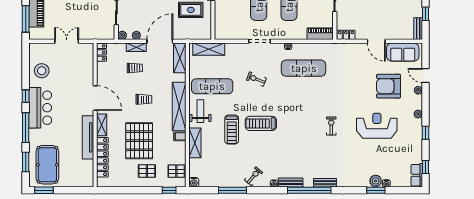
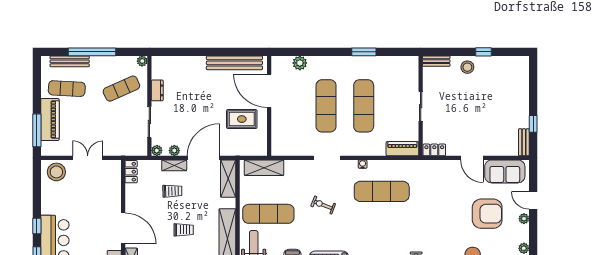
stool: (42, 71) -> (56, 172), moved
armchair: (389, 86) -> (487, 214), turned 180

